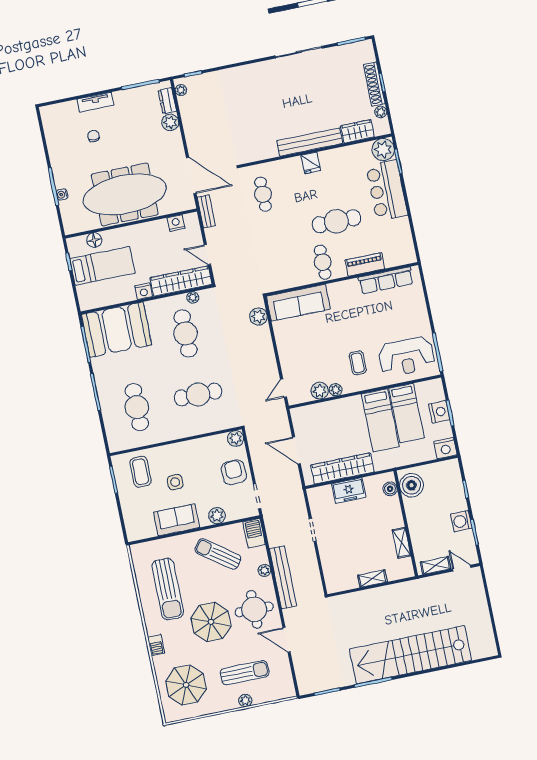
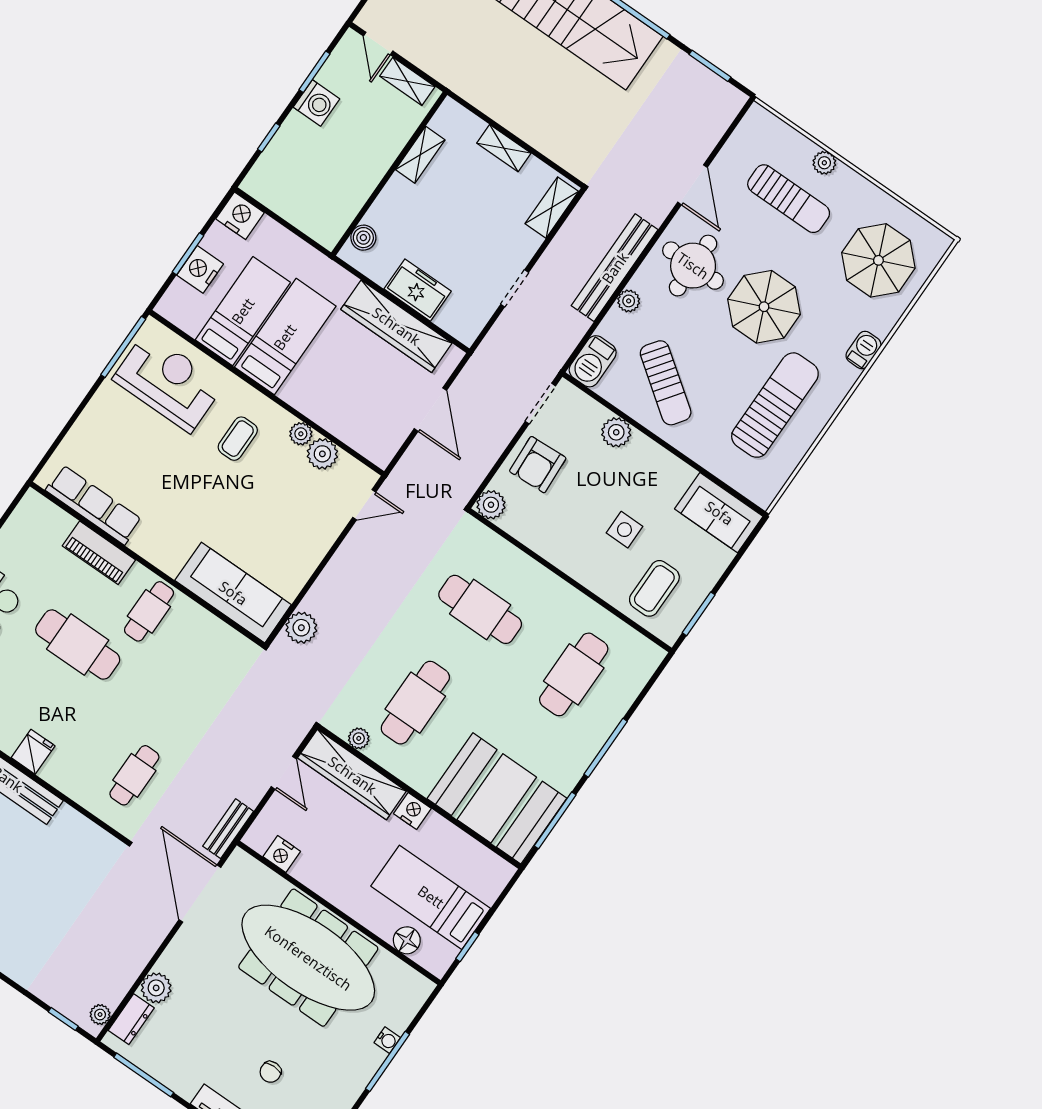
boiler: (411, 485) -> (332, 214), removed
sofa: (177, 520) -> (719, 513), moved
shelving: (331, 575) -> (552, 208), added
sun lounger: (245, 673) -> (789, 199), turned 180

